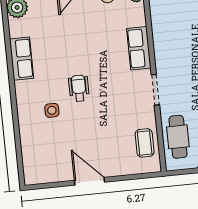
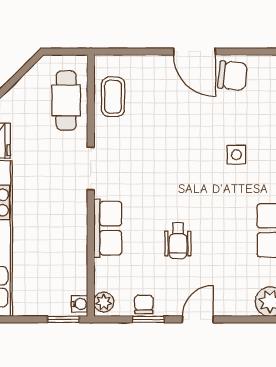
wheelchair: (79, 88) -> (178, 241), moved
chair: (60, 167) -> (233, 76), added

